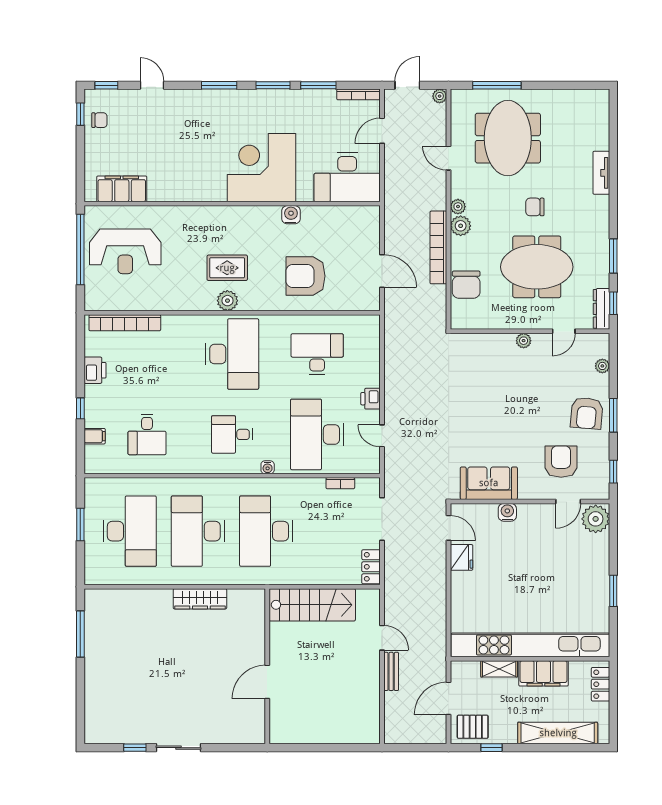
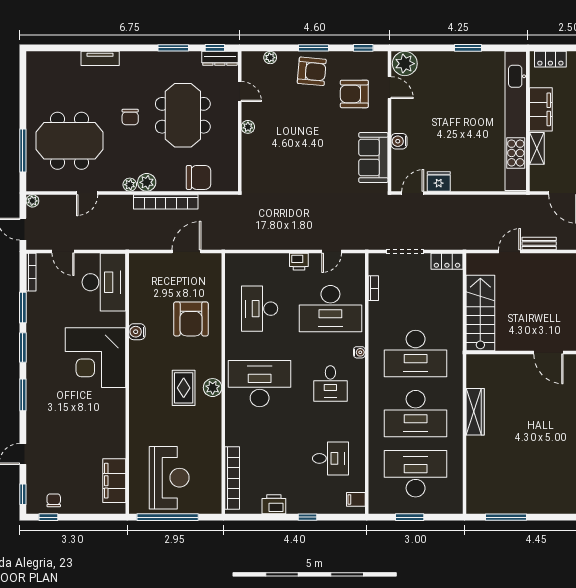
filing cabinet: (95, 436) -> (356, 499), moved, turned -90

